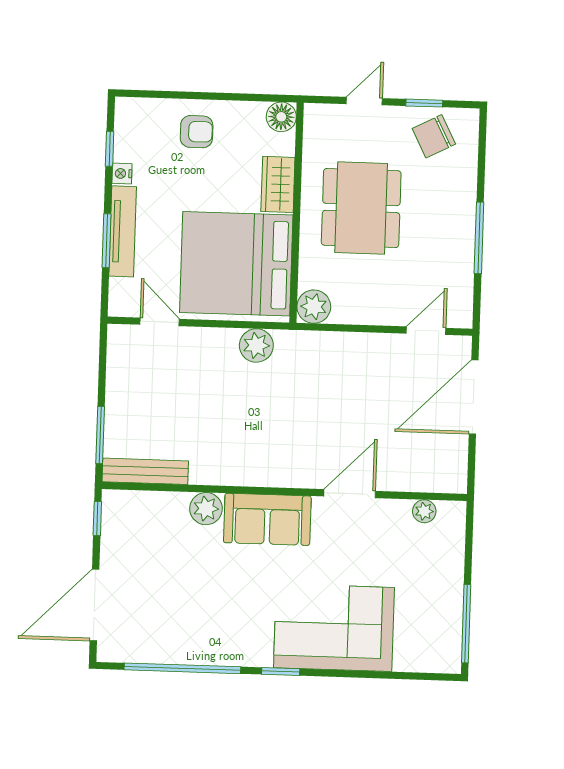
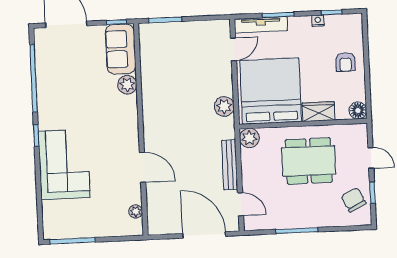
tv unit: (123, 231) -> (261, 25), moved
bench: (145, 471) -> (230, 165), moved
sofa: (267, 519) -> (121, 49), moved

